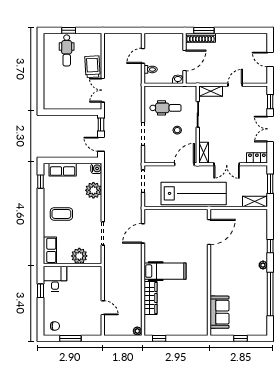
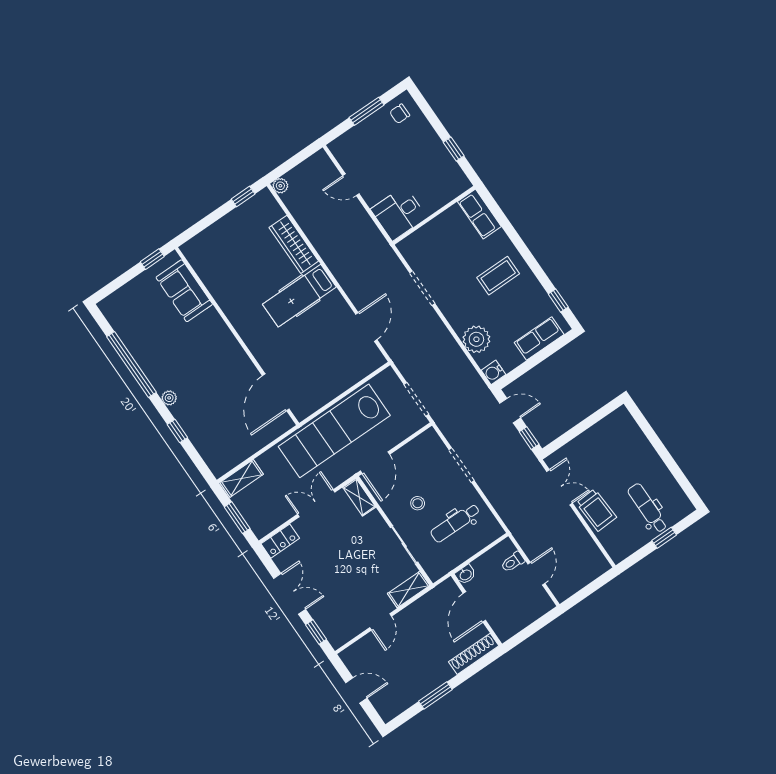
window: (204, 30) -> (435, 695), moved
plant: (79, 256) -> (433, 234), removed
desk: (55, 279) -> (399, 213), moved, turned 90
window: (241, 338) -> (152, 259), moved

